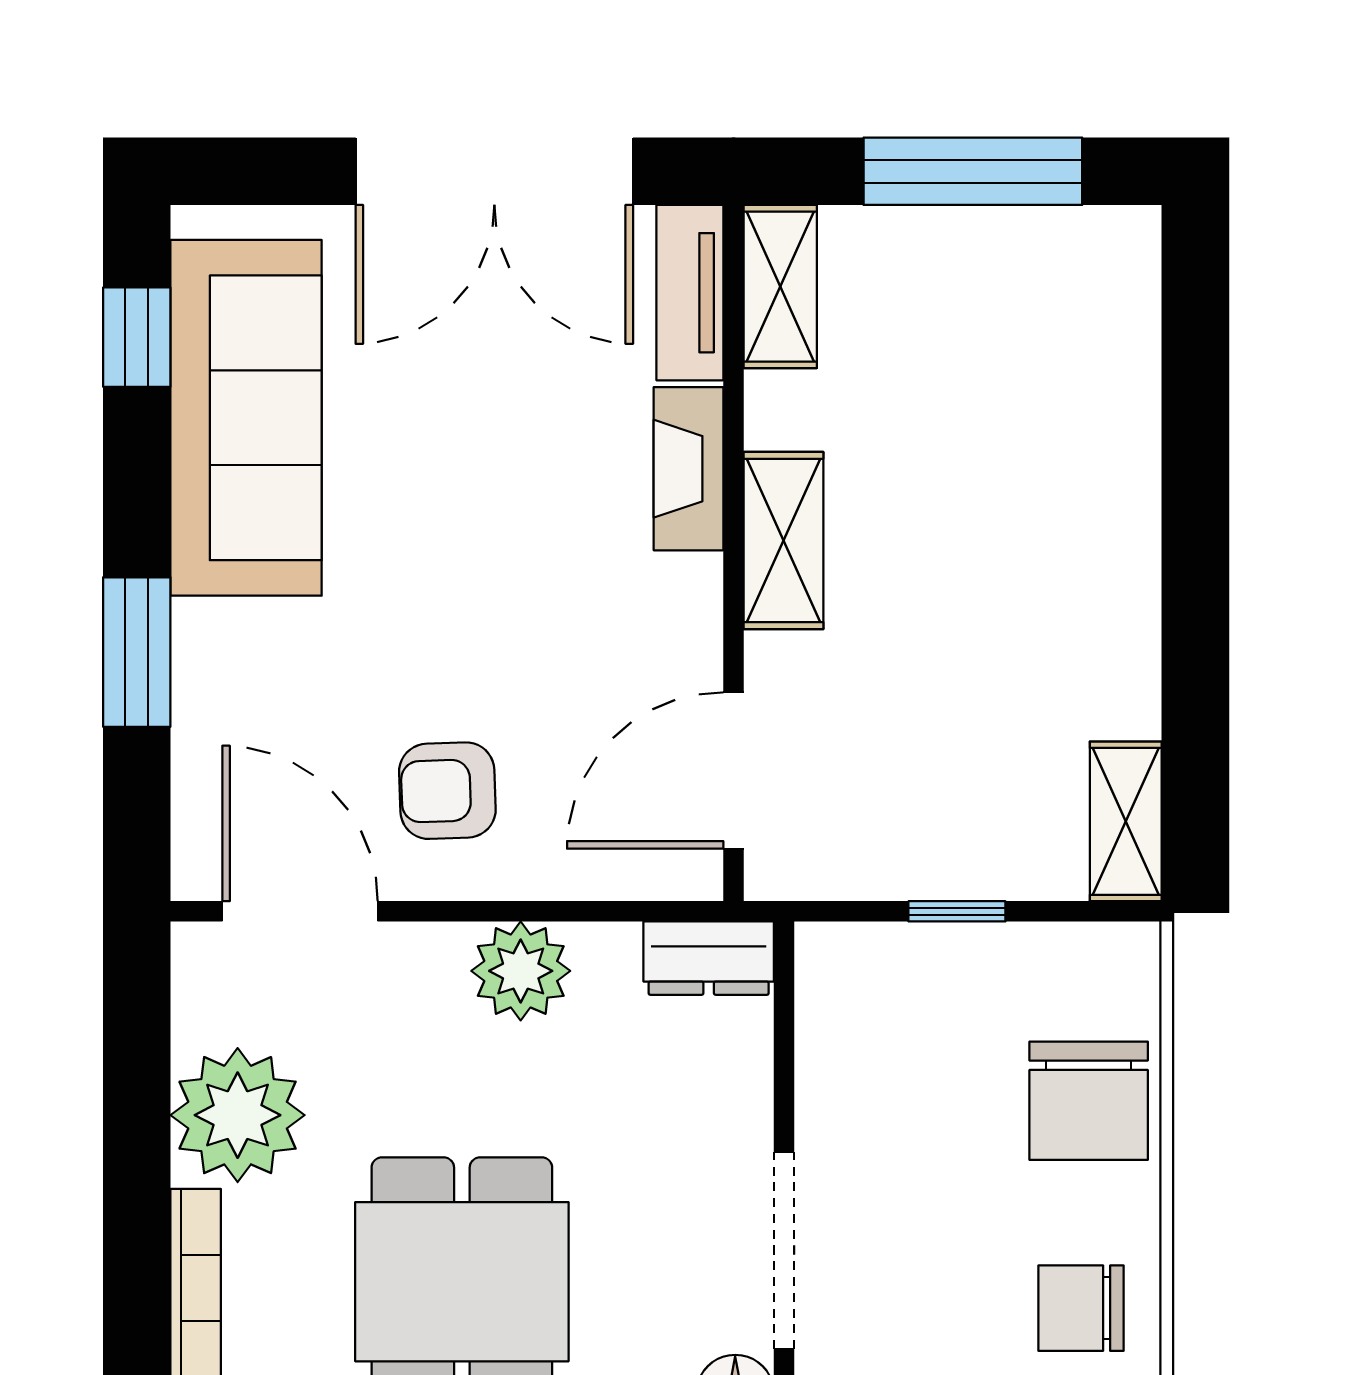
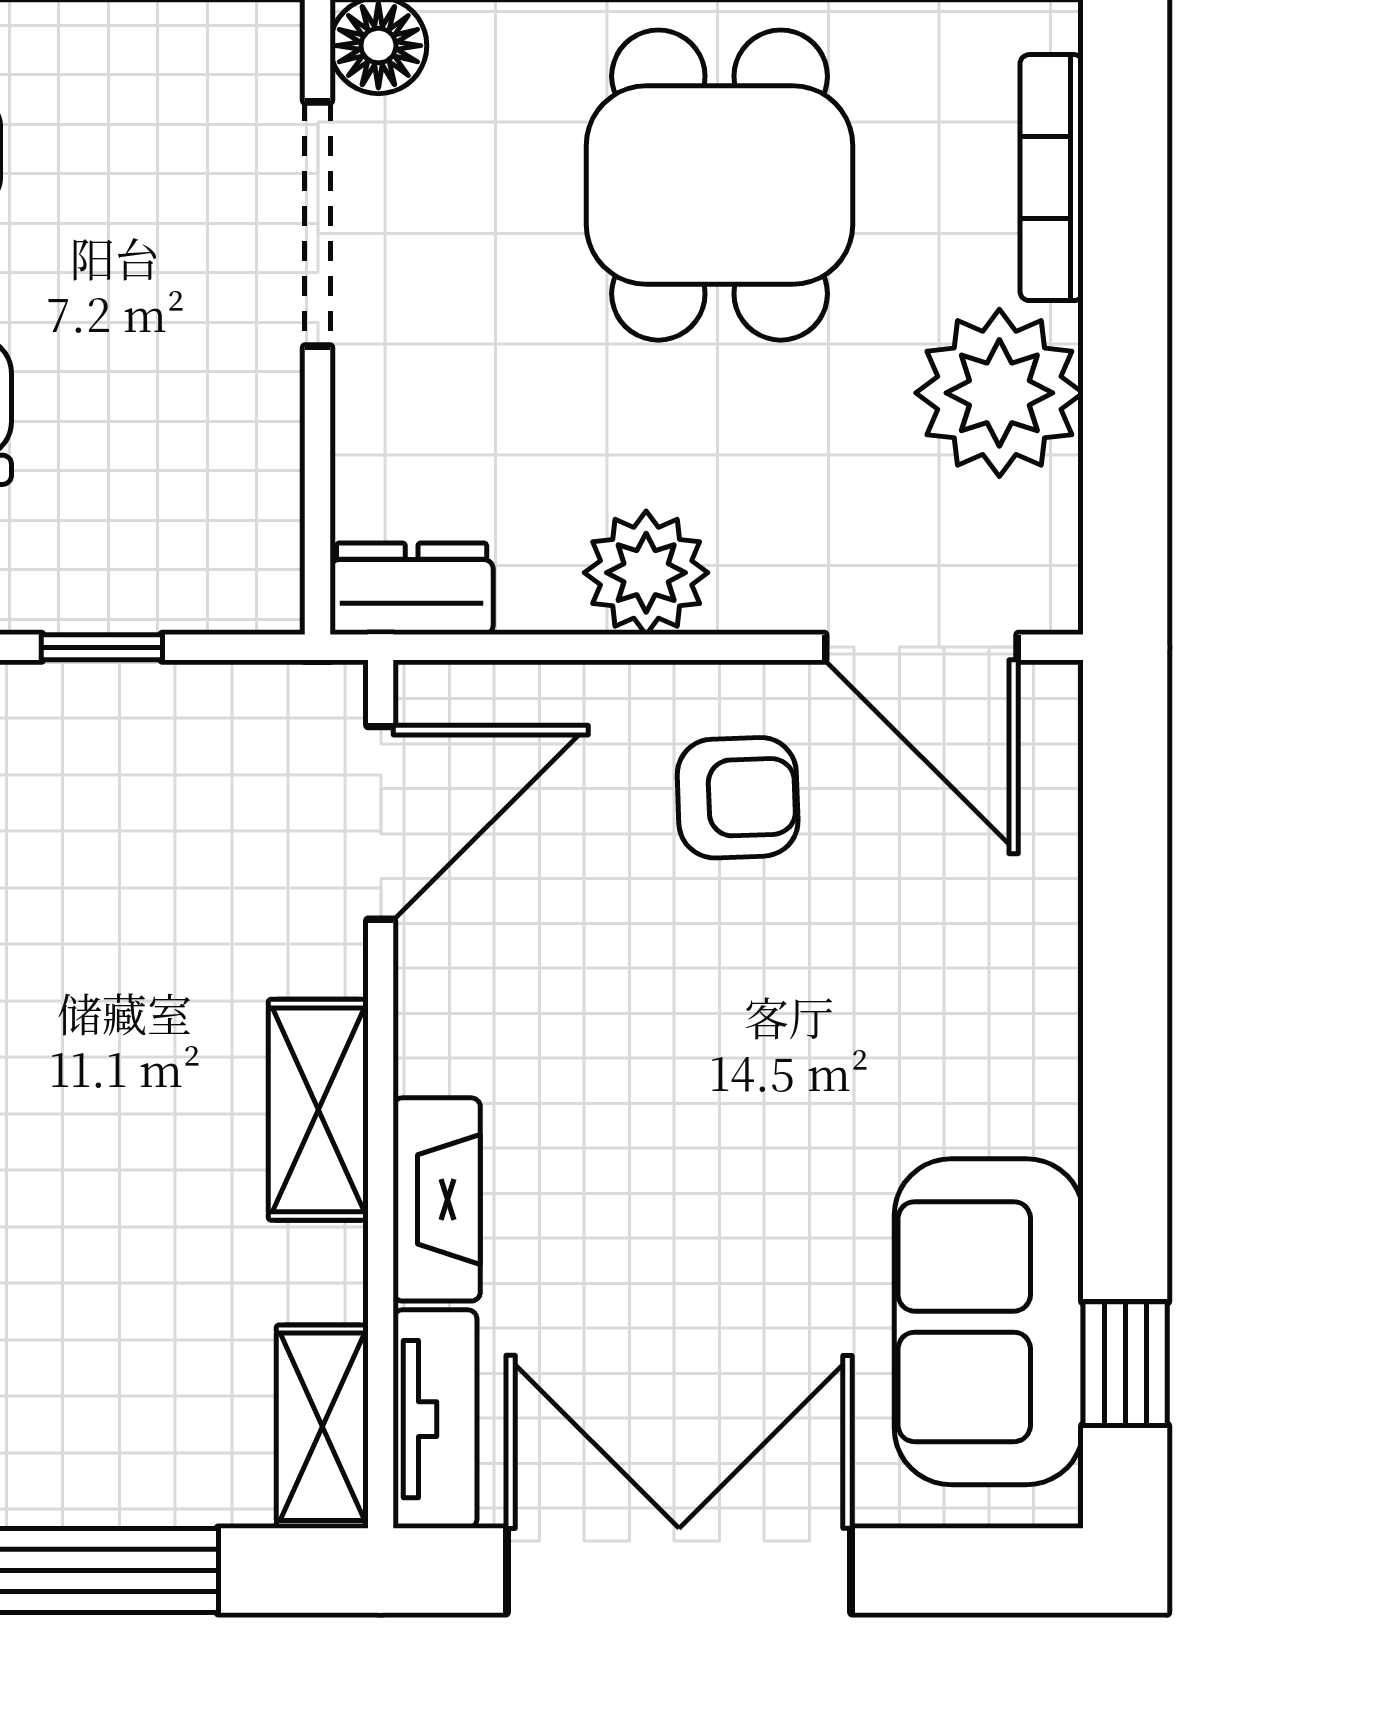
sofa: (246, 418) -> (989, 1322), width x0.73
window: (137, 652) -> (1125, 971), removed

